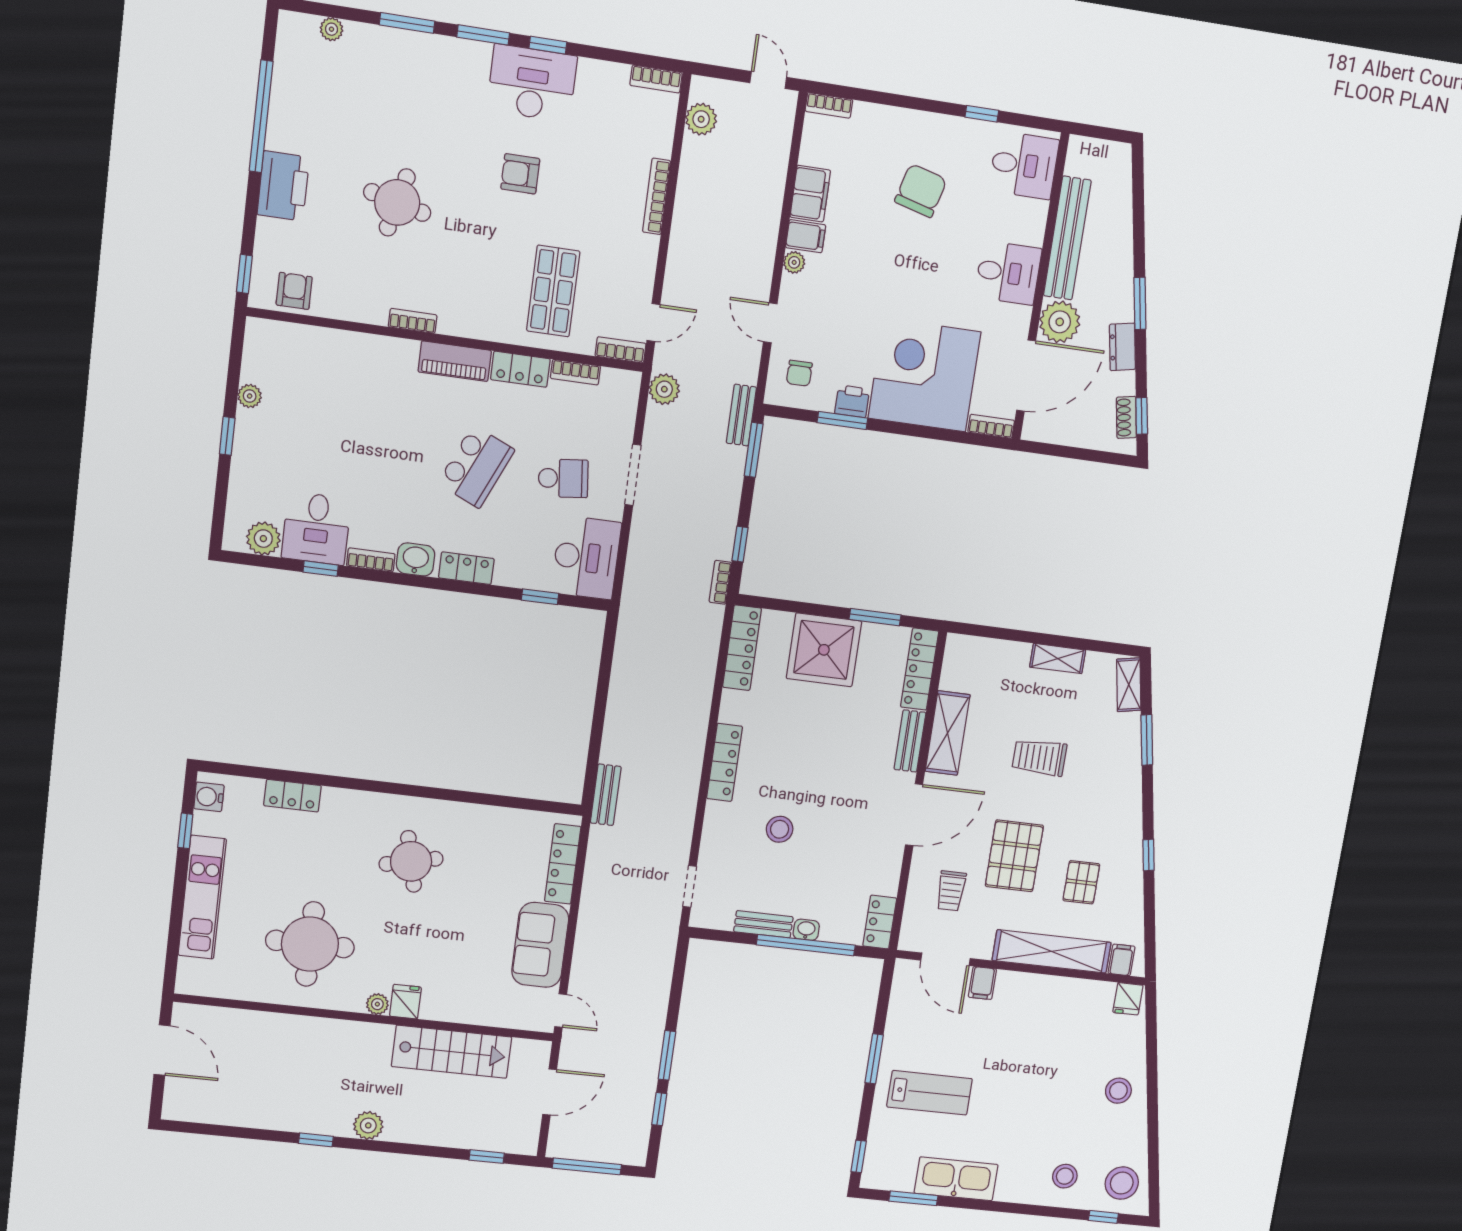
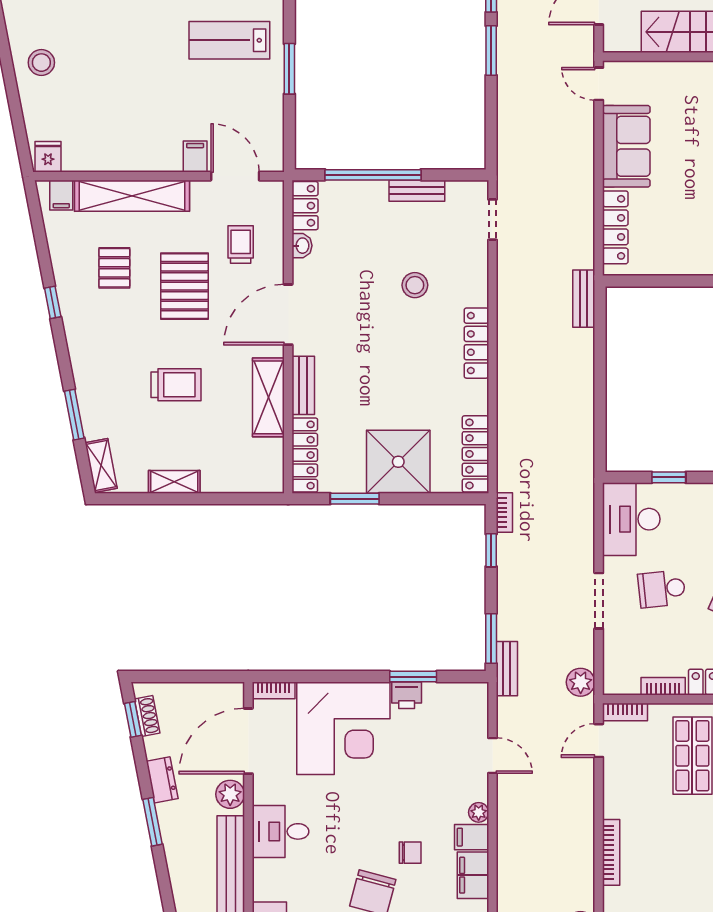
plant: (1060, 322) -> (230, 794), width x0.73, depth x0.73
chair: (799, 373) -> (410, 853), moved, turned 90
washbasin: (806, 930) -> (302, 246), moved, turned -90

